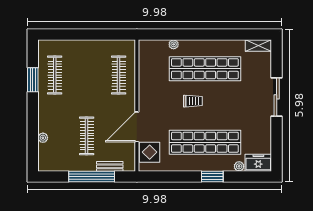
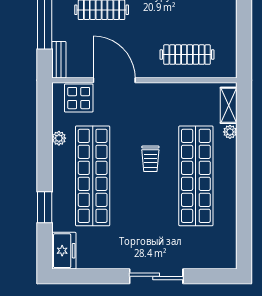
shelving: (258, 45) -> (229, 105), moved
bench: (110, 166) -> (59, 60), moved
plant: (239, 166) -> (59, 138), moved
window: (212, 176) -> (45, 207), moved

